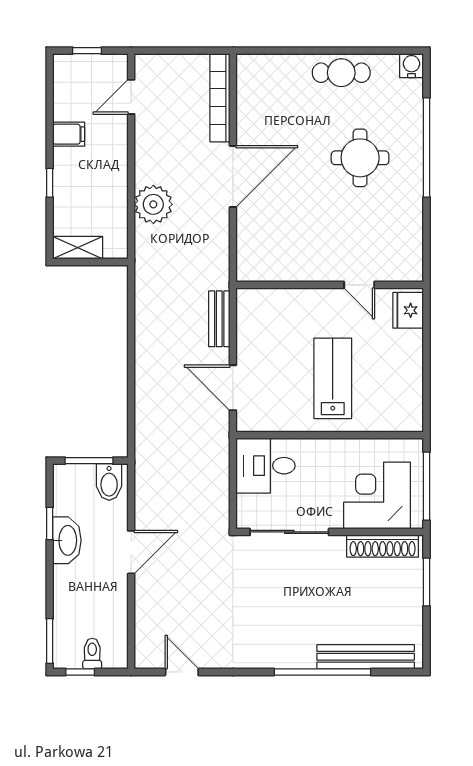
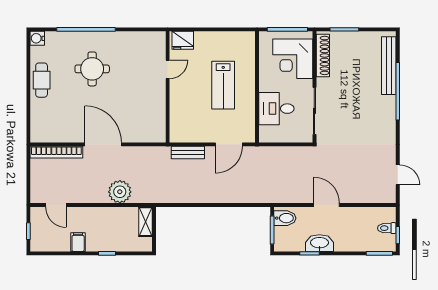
shelving: (78, 248) -> (146, 222), moved
lab bench: (333, 378) -> (223, 85), turned -90
desk: (266, 466) -> (276, 109), moved, turned 90
door: (182, 672) -> (398, 175), swing flipped

